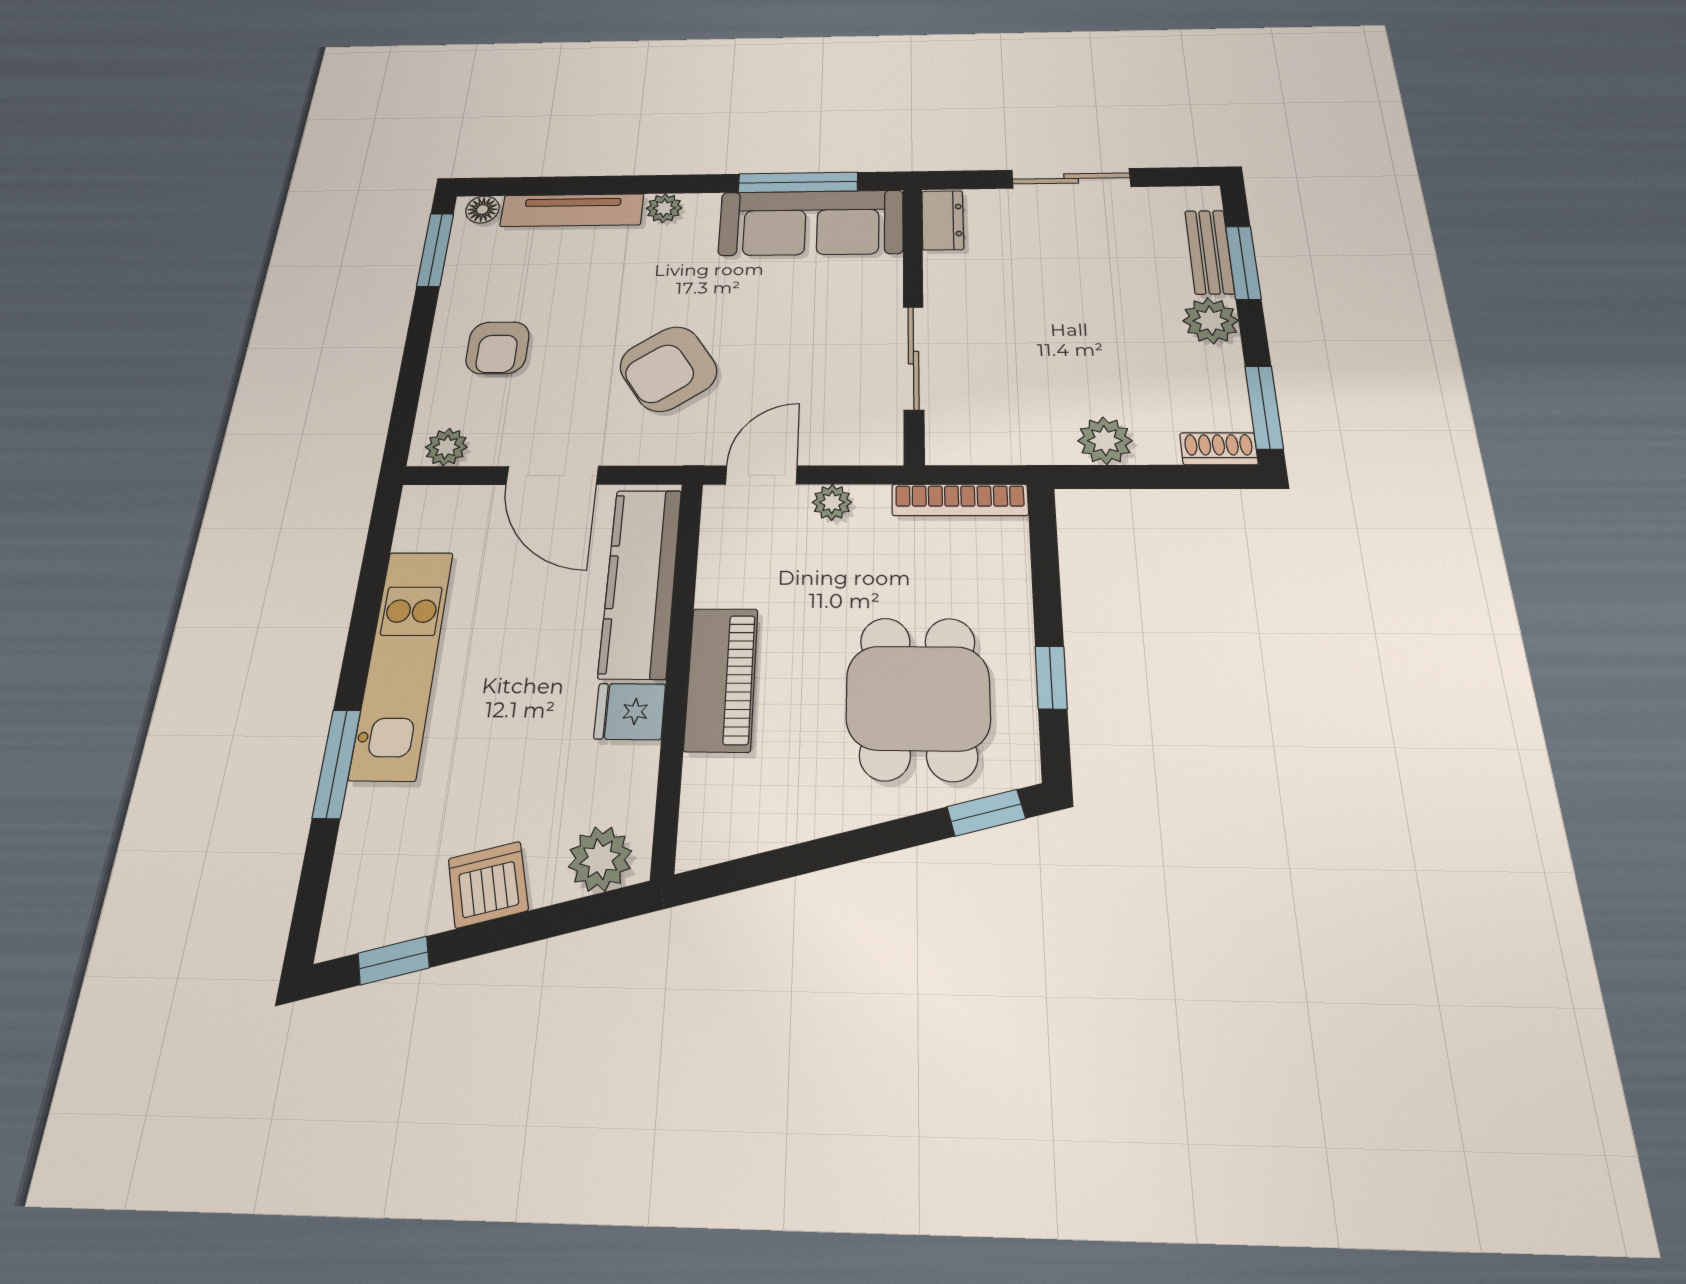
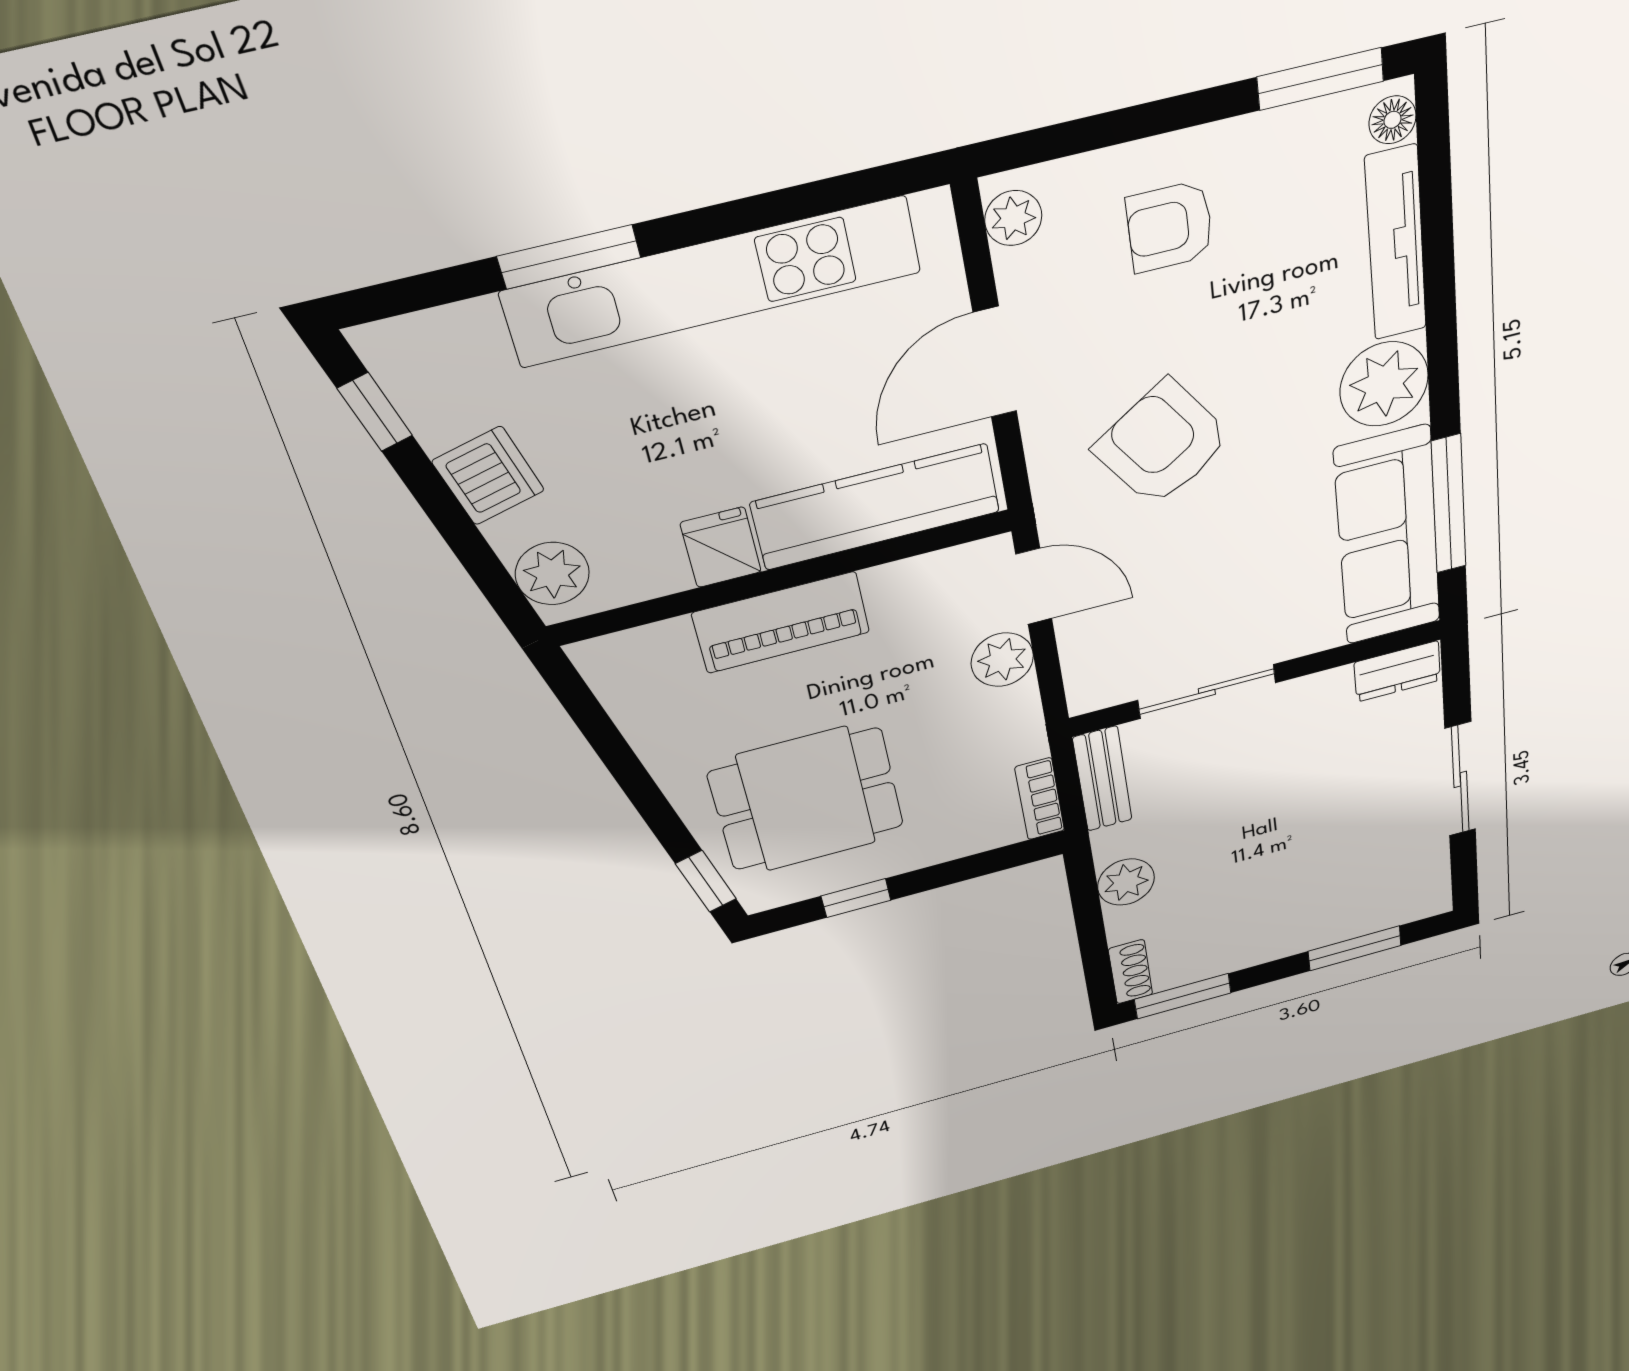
plant: (664, 208) -> (1384, 384), width x1.88, depth x1.88
bench: (1209, 252) -> (1102, 779), moved, turned 90
plant: (1211, 321) -> (1281, 936), removed
bookcase: (960, 500) -> (1040, 799), width x0.64
plant: (832, 502) -> (1002, 660), width x1.38, depth x1.38
kitchen unit: (402, 663) -> (713, 282), width x1.36

